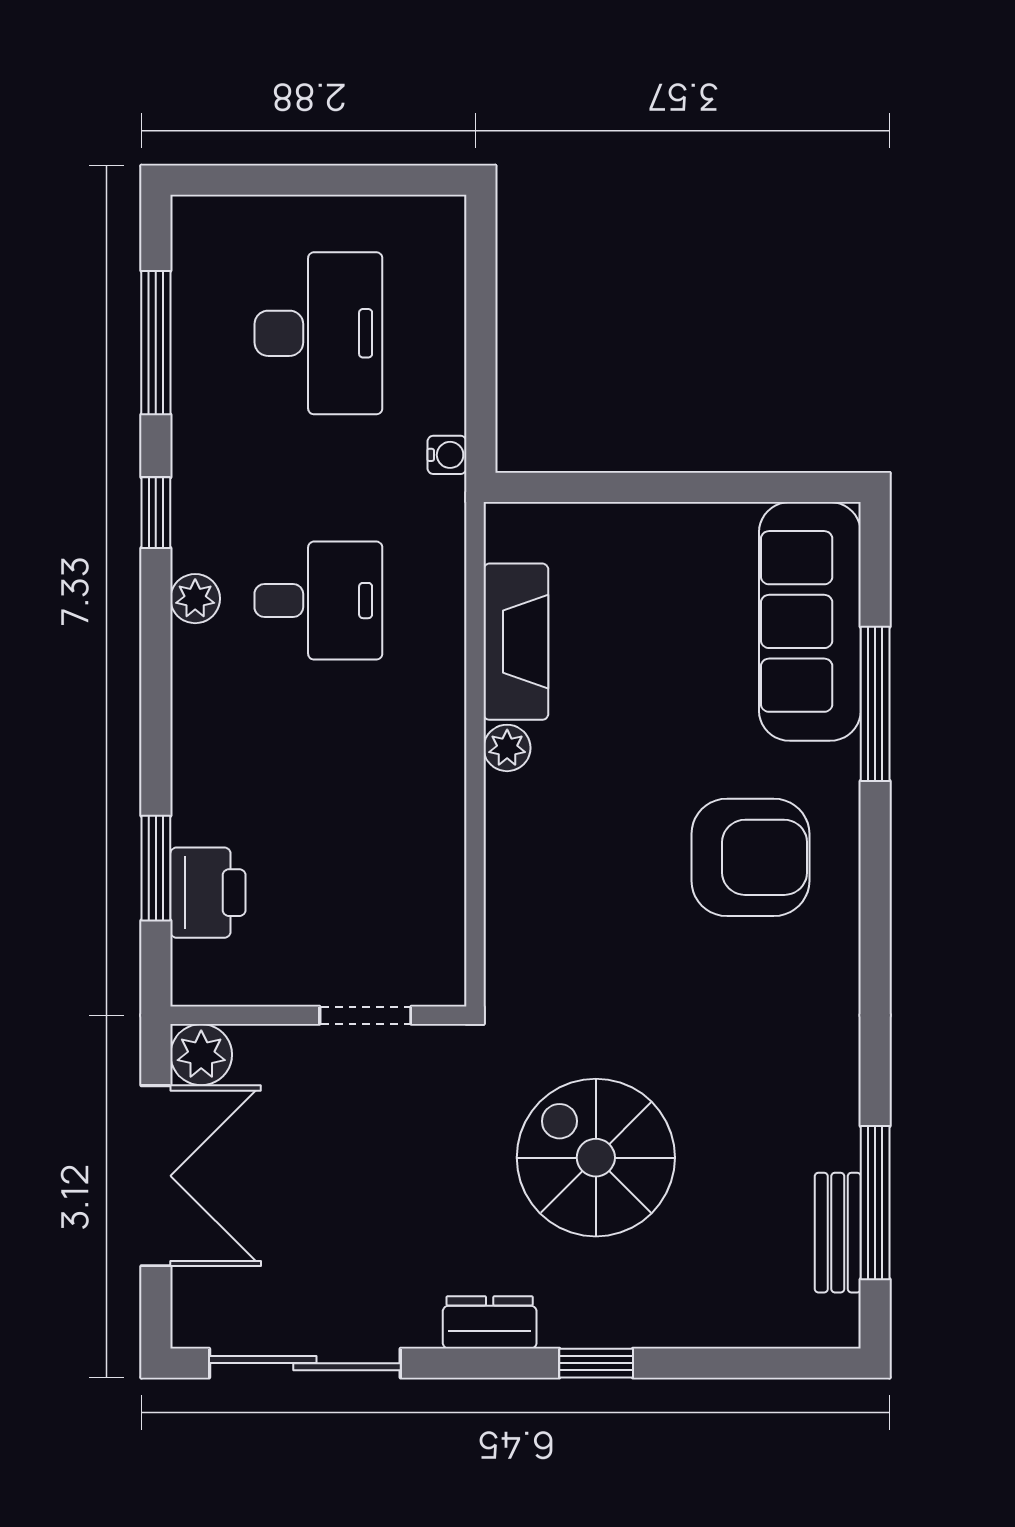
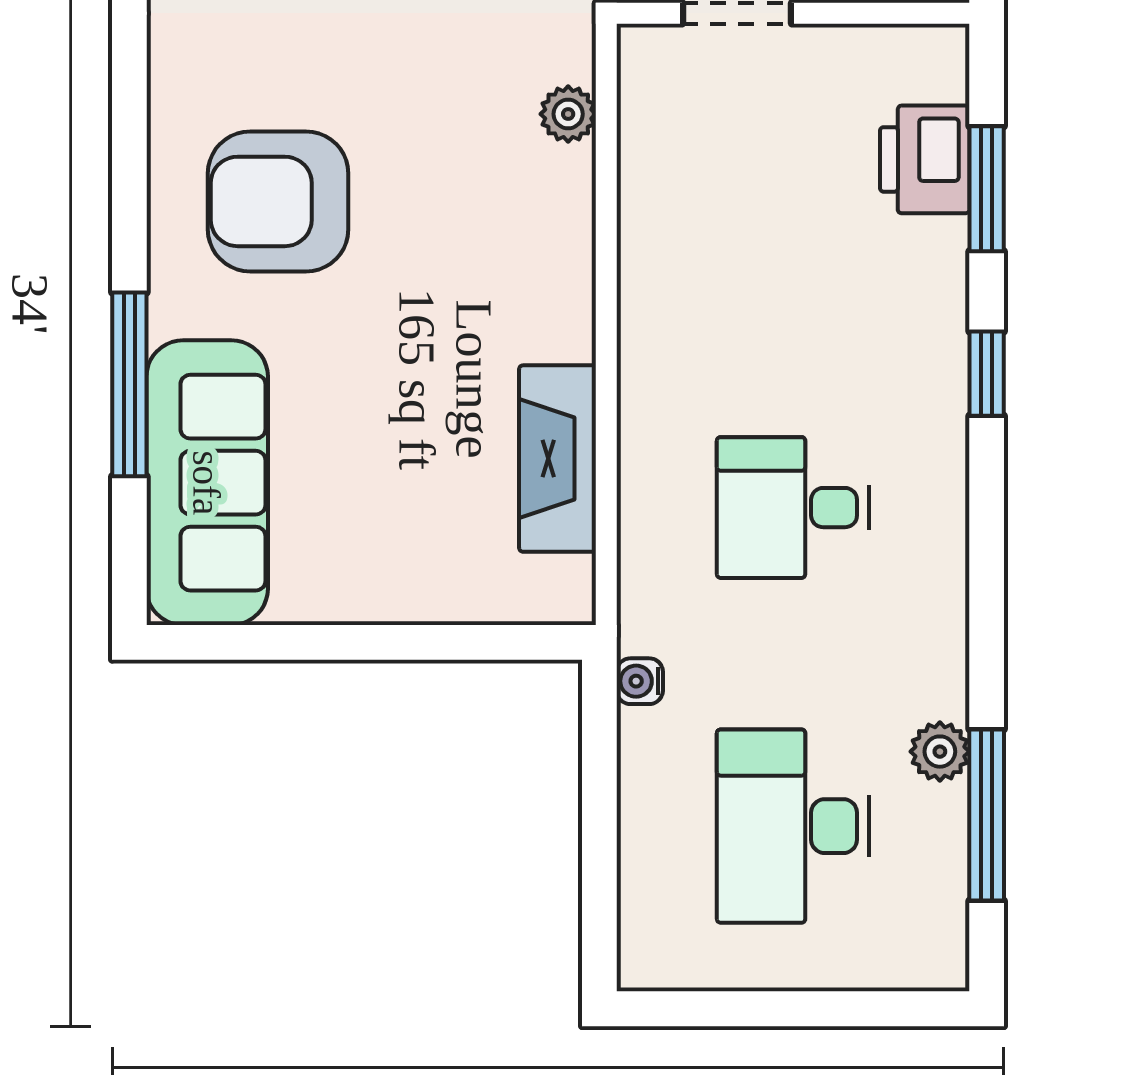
window: (156, 513) -> (987, 374), moved
plant: (195, 599) -> (940, 752), moved
plant: (507, 748) -> (568, 114), moved

